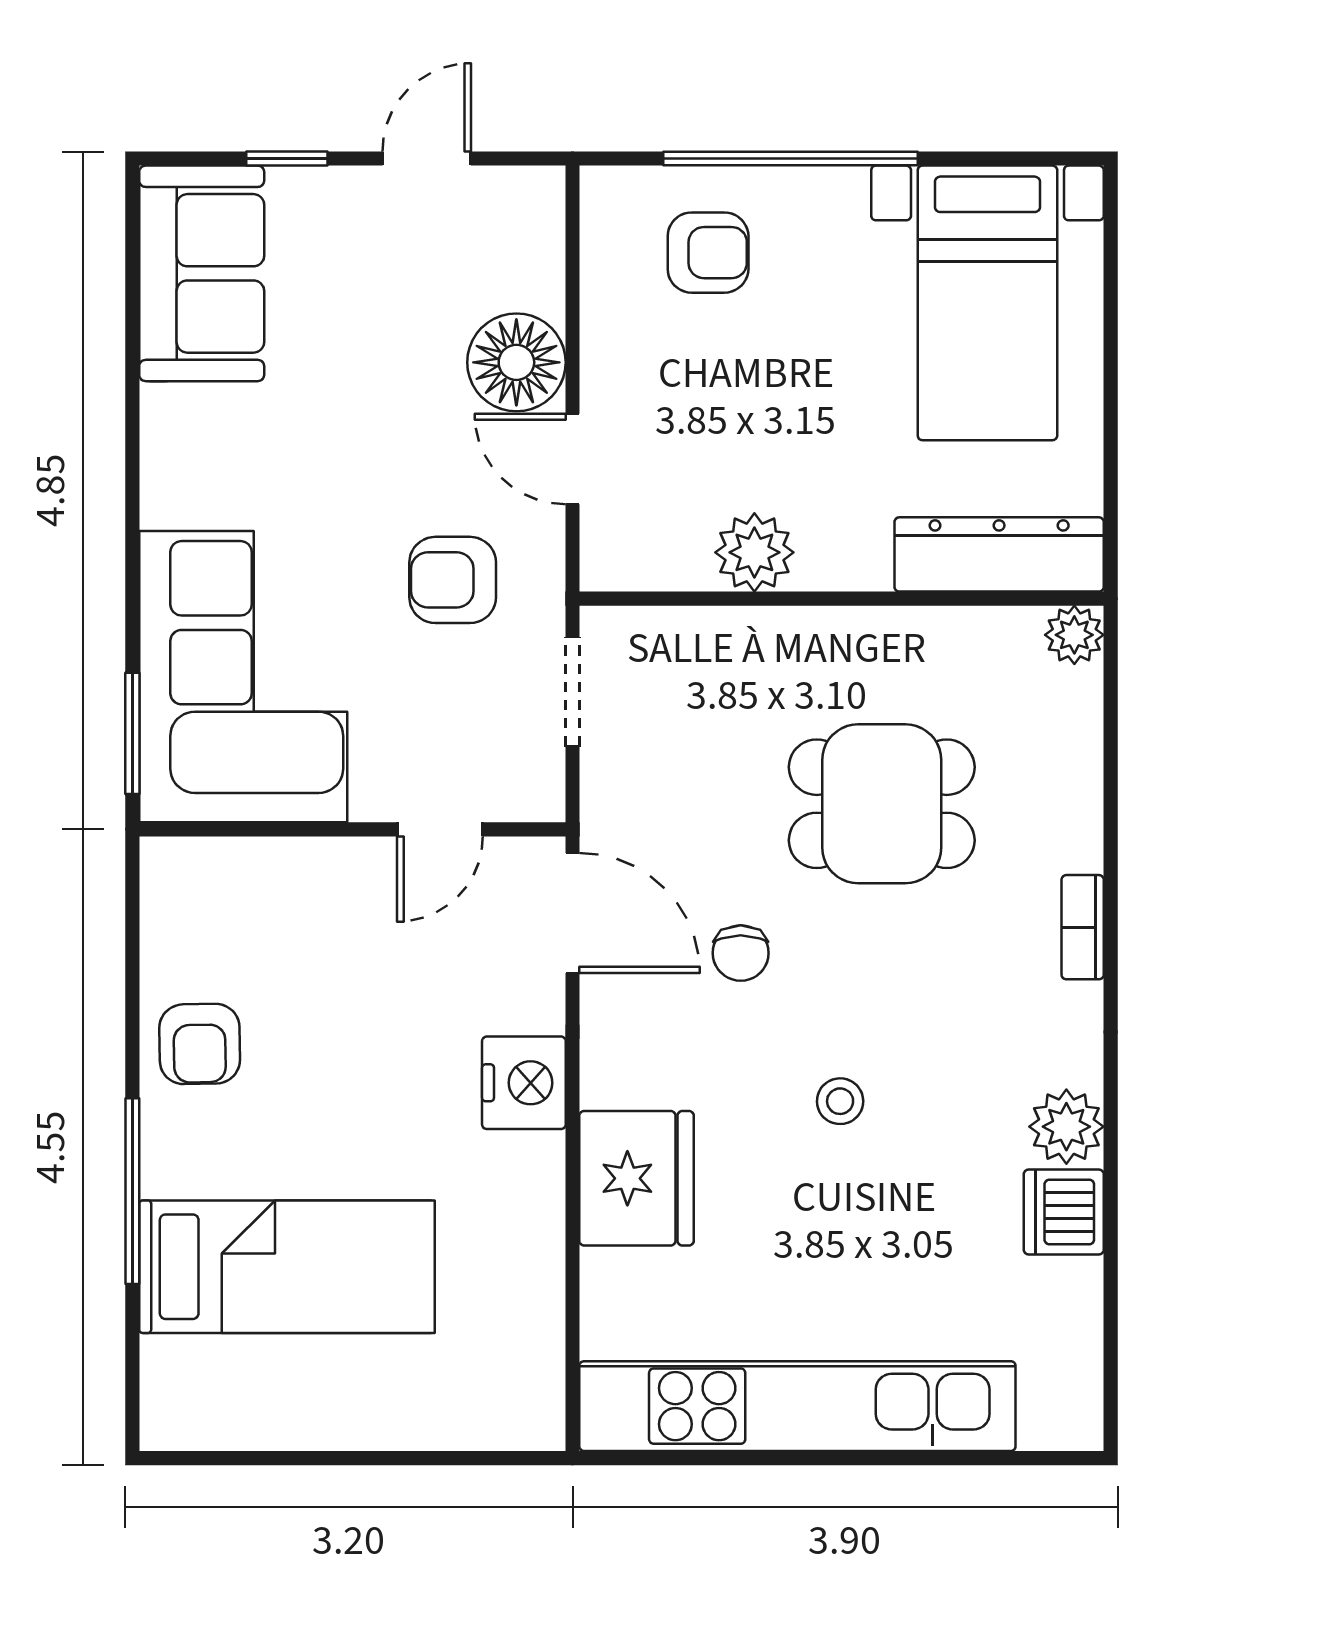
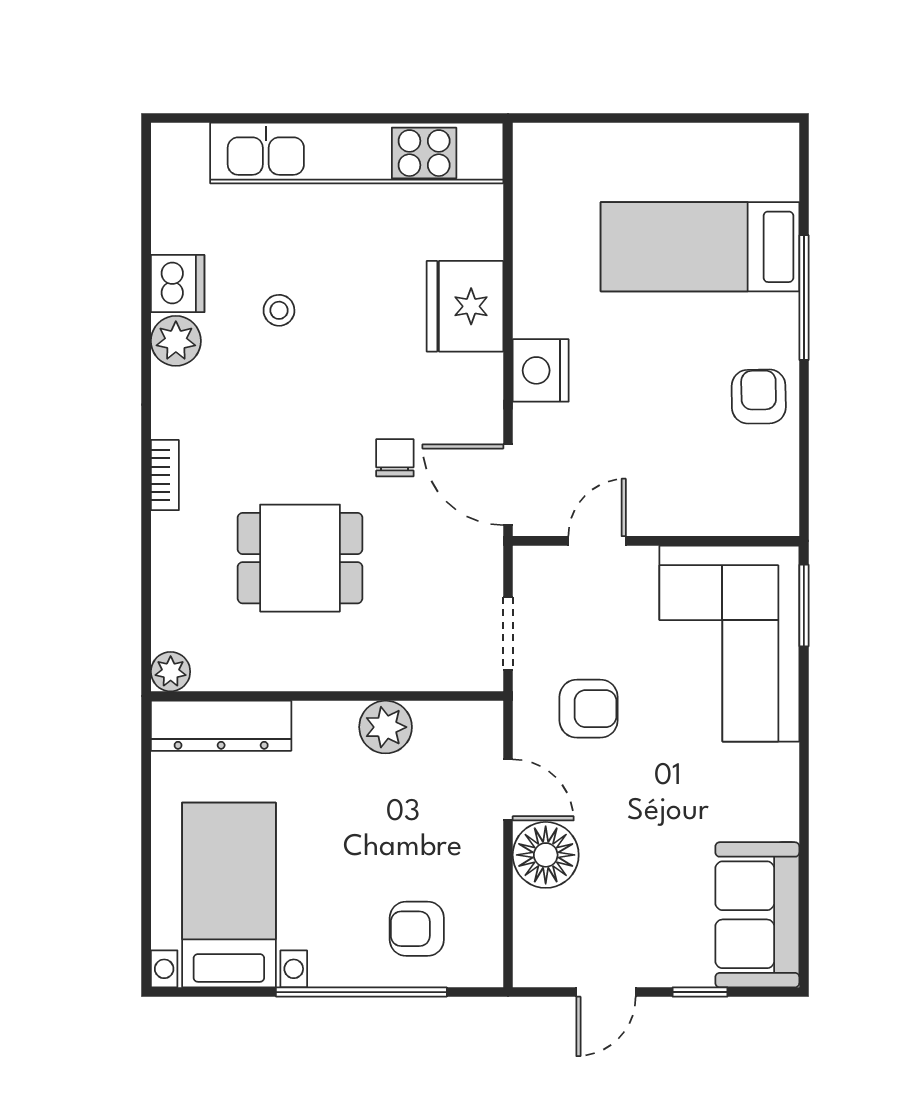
stool: (840, 1101) -> (279, 310), moved

